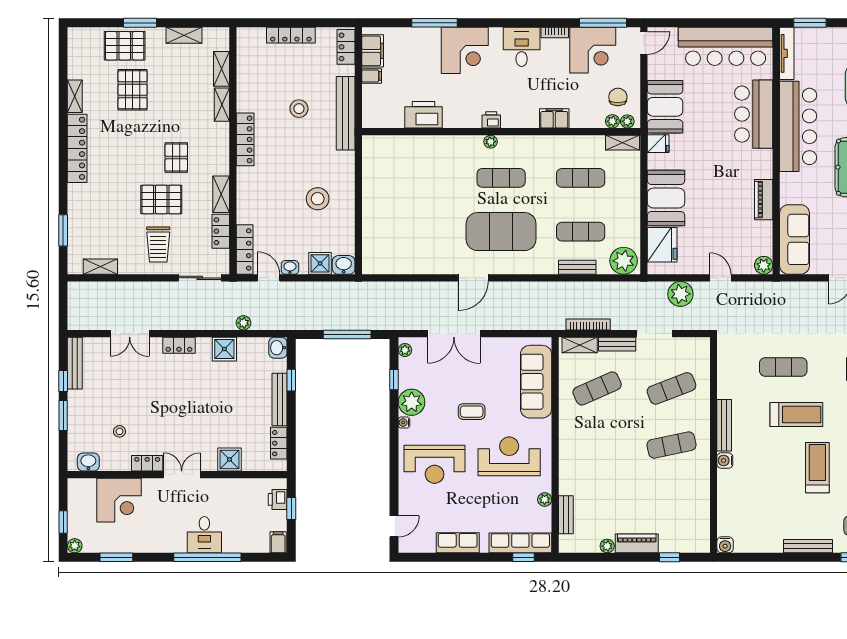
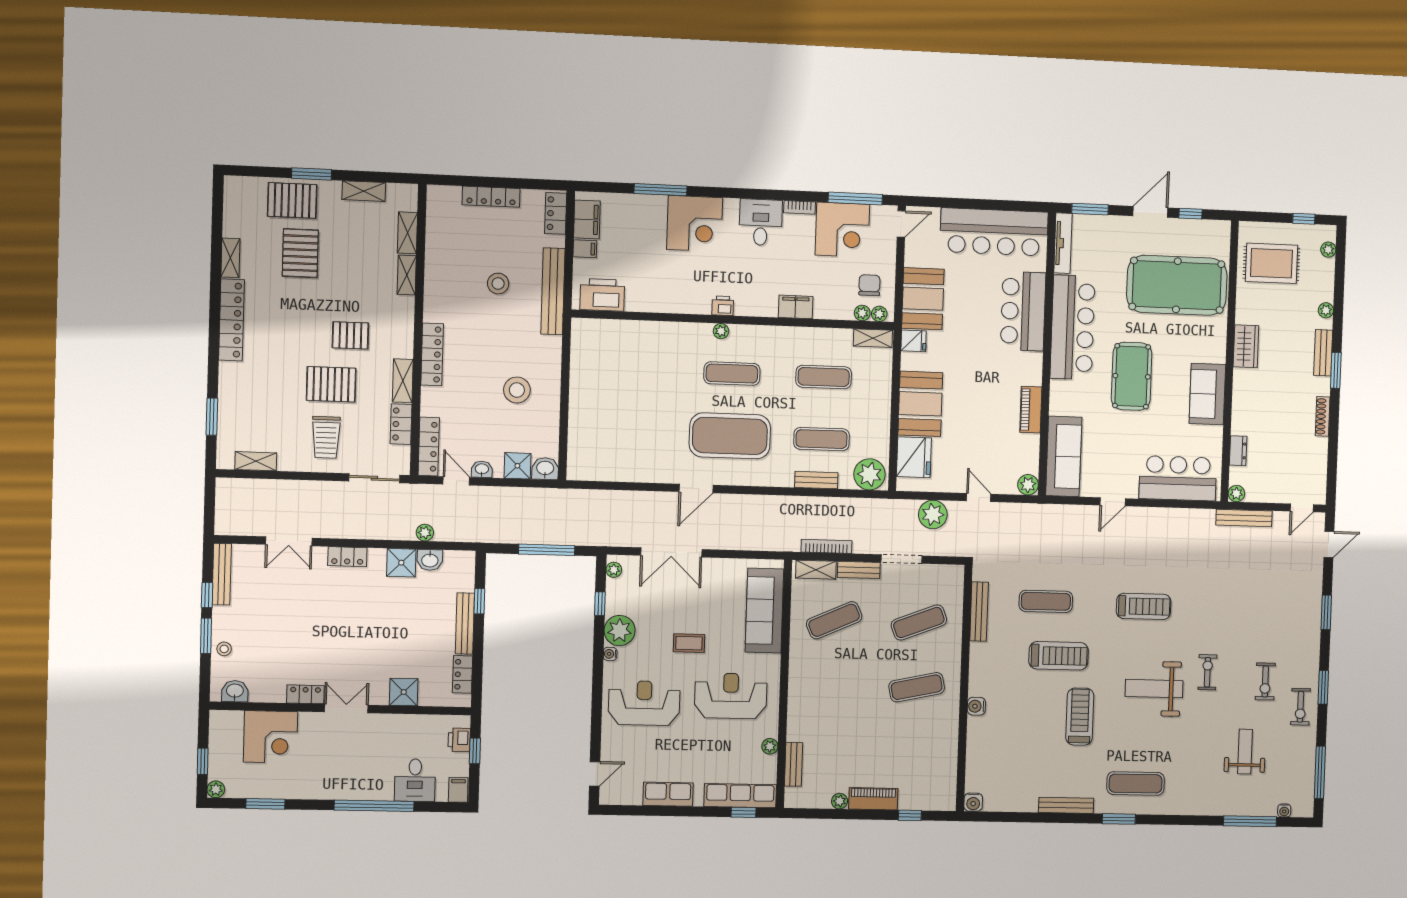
printer: (424, 115) -> (602, 295), moved
locker: (245, 139) -> (432, 354), moved
pallet: (176, 158) -> (350, 335), turned 90
washbasin: (278, 348) -> (430, 560), moved, turned -90
bench: (724, 425) -> (979, 612), moved
stool: (119, 431) -> (224, 649), moved
reception desk: (435, 464) -> (644, 703), turned 180
desk: (204, 535) -> (415, 780), moved

